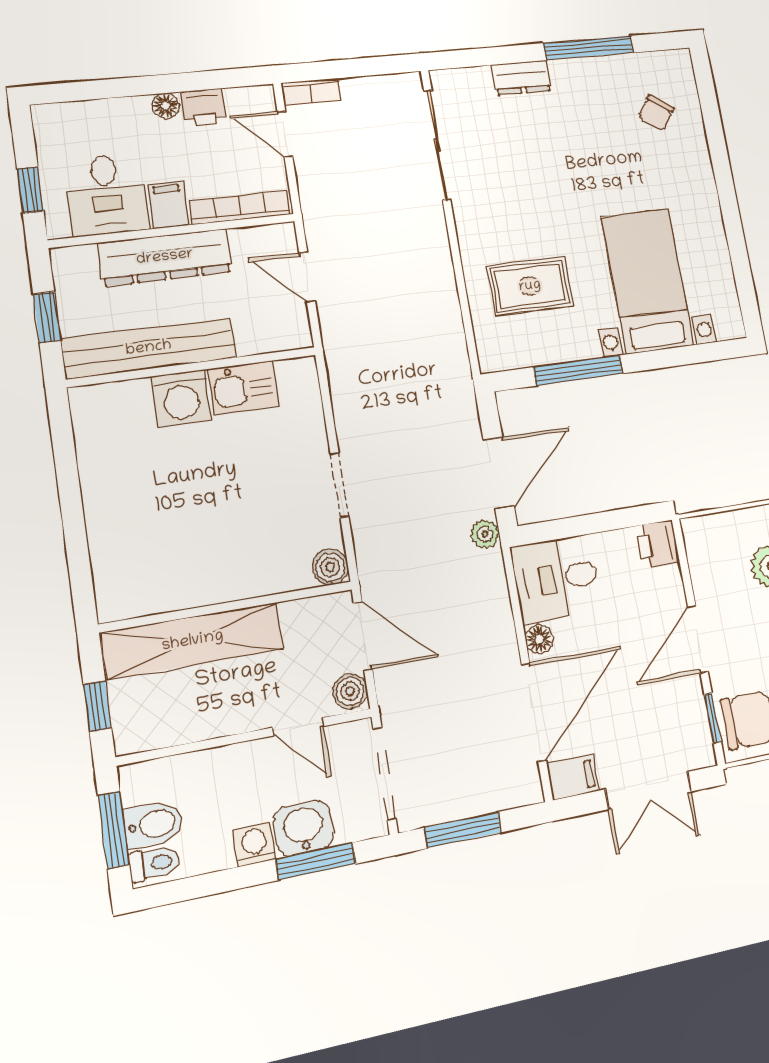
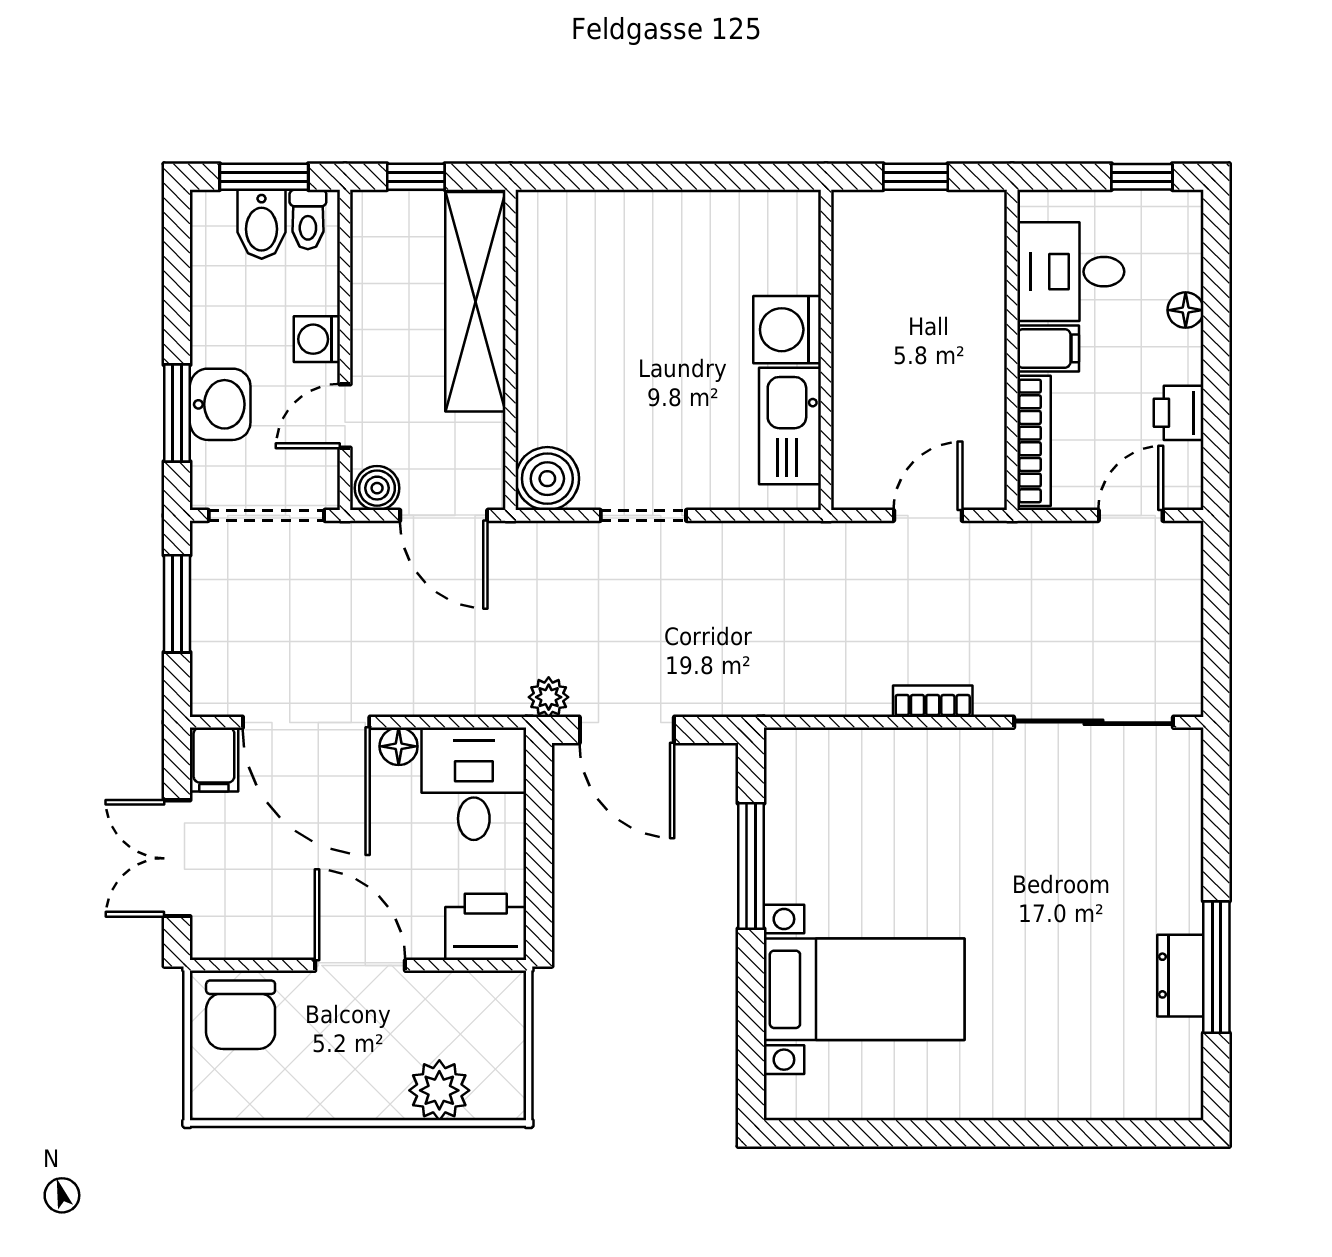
dresser: (521, 78) -> (1180, 976), moved
bookcase: (311, 91) -> (933, 701), moved, turned 90
floor lamp: (166, 106) -> (1186, 310), moved
chair: (656, 113) -> (1109, 1050), removed
window: (30, 190) -> (1142, 177), moved
dresser: (165, 257) -> (977, 335), removed
rug: (530, 286) -> (878, 819), removed
bench: (149, 348) -> (858, 298), removed
kitchen sink: (243, 388) -> (790, 426), width x1.38
printer: (658, 544) -> (486, 927), width x1.36, depth x1.24
boiler: (330, 567) -> (547, 479), width x1.36, depth x1.36
door: (363, 636) -> (444, 515), hinge flipped
window: (713, 718) -> (253, 965), removed
washing machine: (254, 844) -> (317, 339), moved, turned 180
toilet: (155, 863) -> (308, 219), moved

